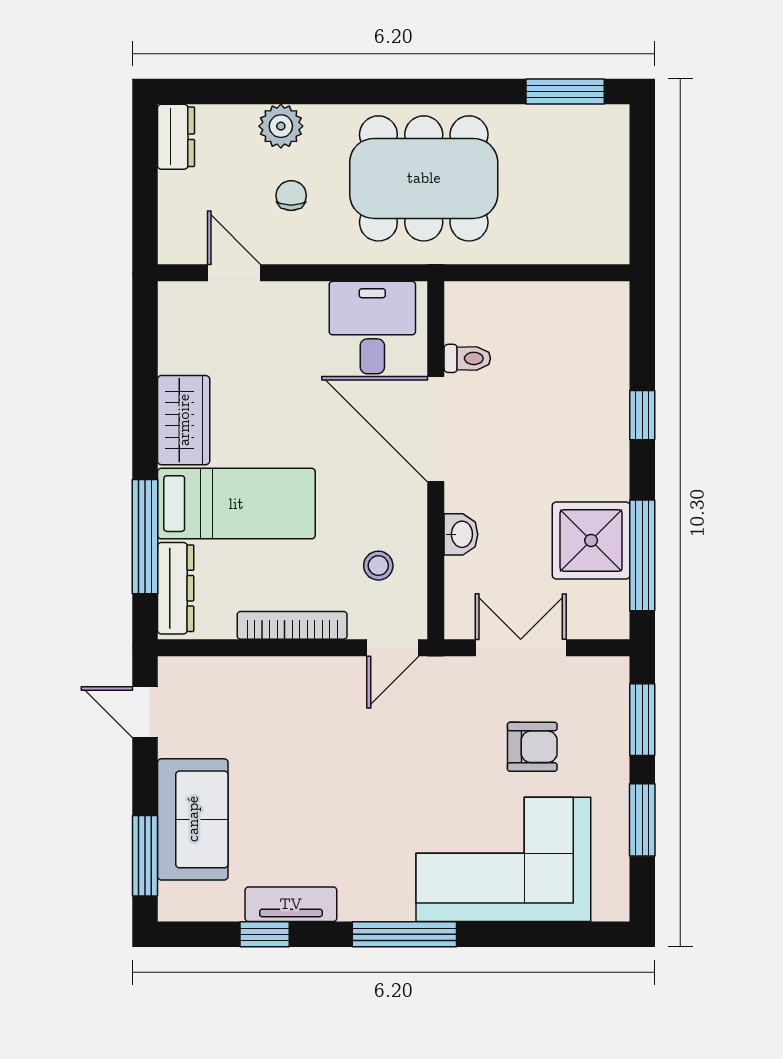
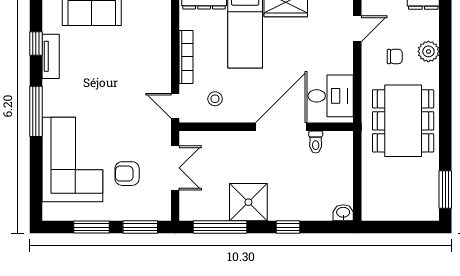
washbasin: (461, 534) -> (343, 213), moved, turned 180
shower: (591, 540) -> (248, 202), moved
armchair: (532, 747) -> (127, 174), turned 90

